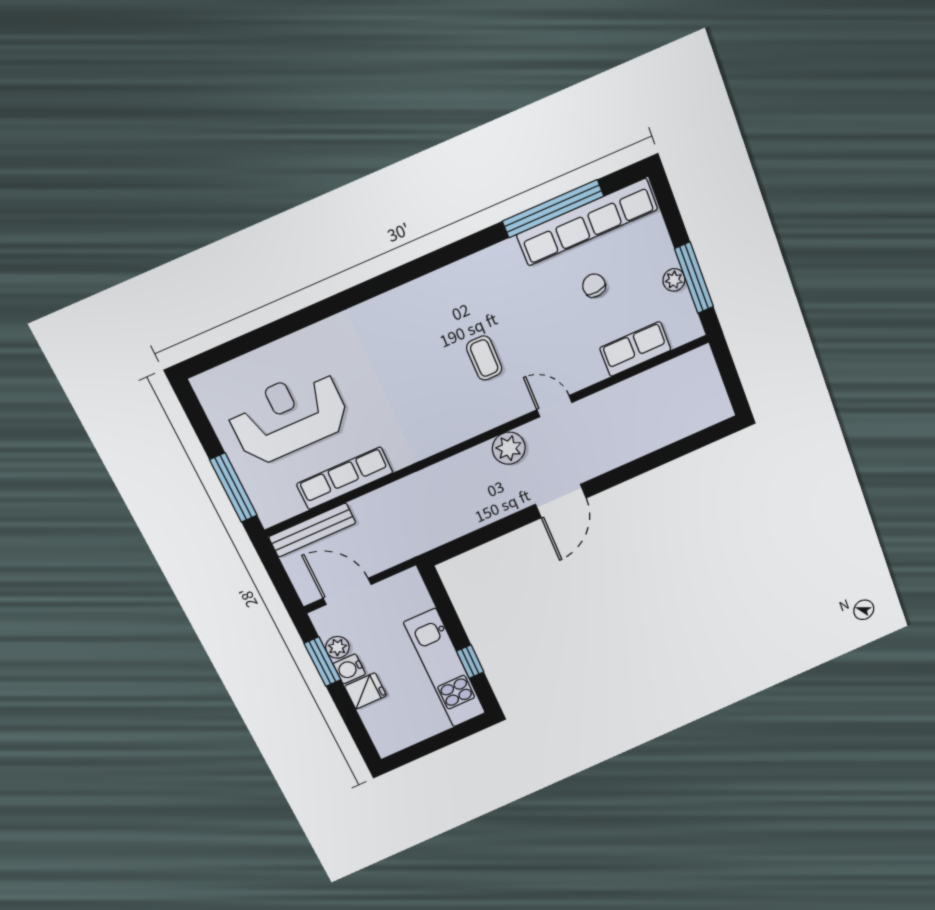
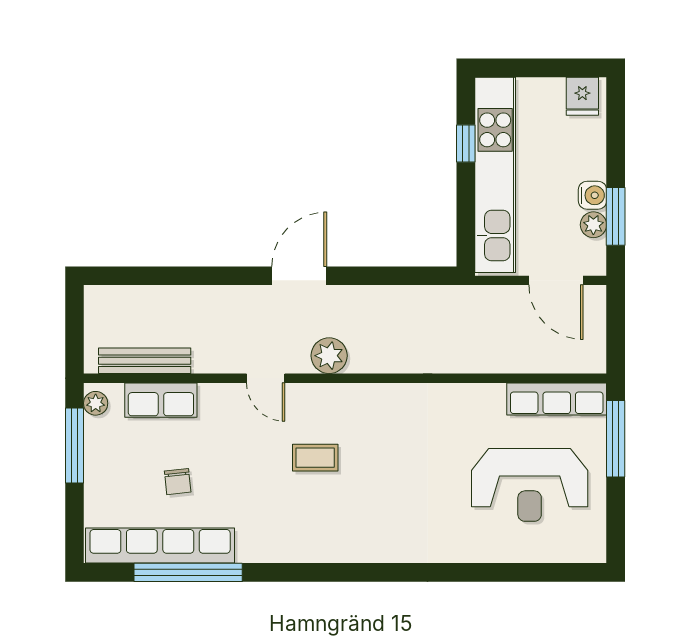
plant: (674, 280) -> (96, 403), moved
coffee table: (484, 358) -> (315, 458), turned 90
row of seats: (345, 478) -> (557, 399), moved
bench: (312, 530) -> (145, 361), moved
kitchen unit: (445, 668) -> (495, 175), width x1.36
fridge: (366, 691) -> (582, 96), moved, turned -90

